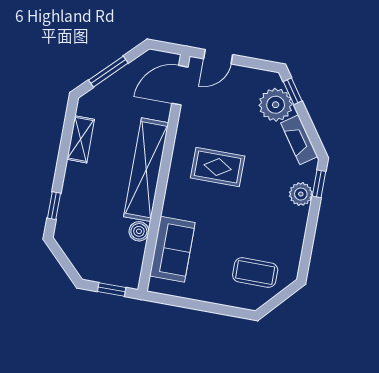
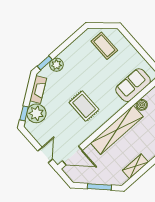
door: (218, 57) -> (45, 155), hinge flipped

